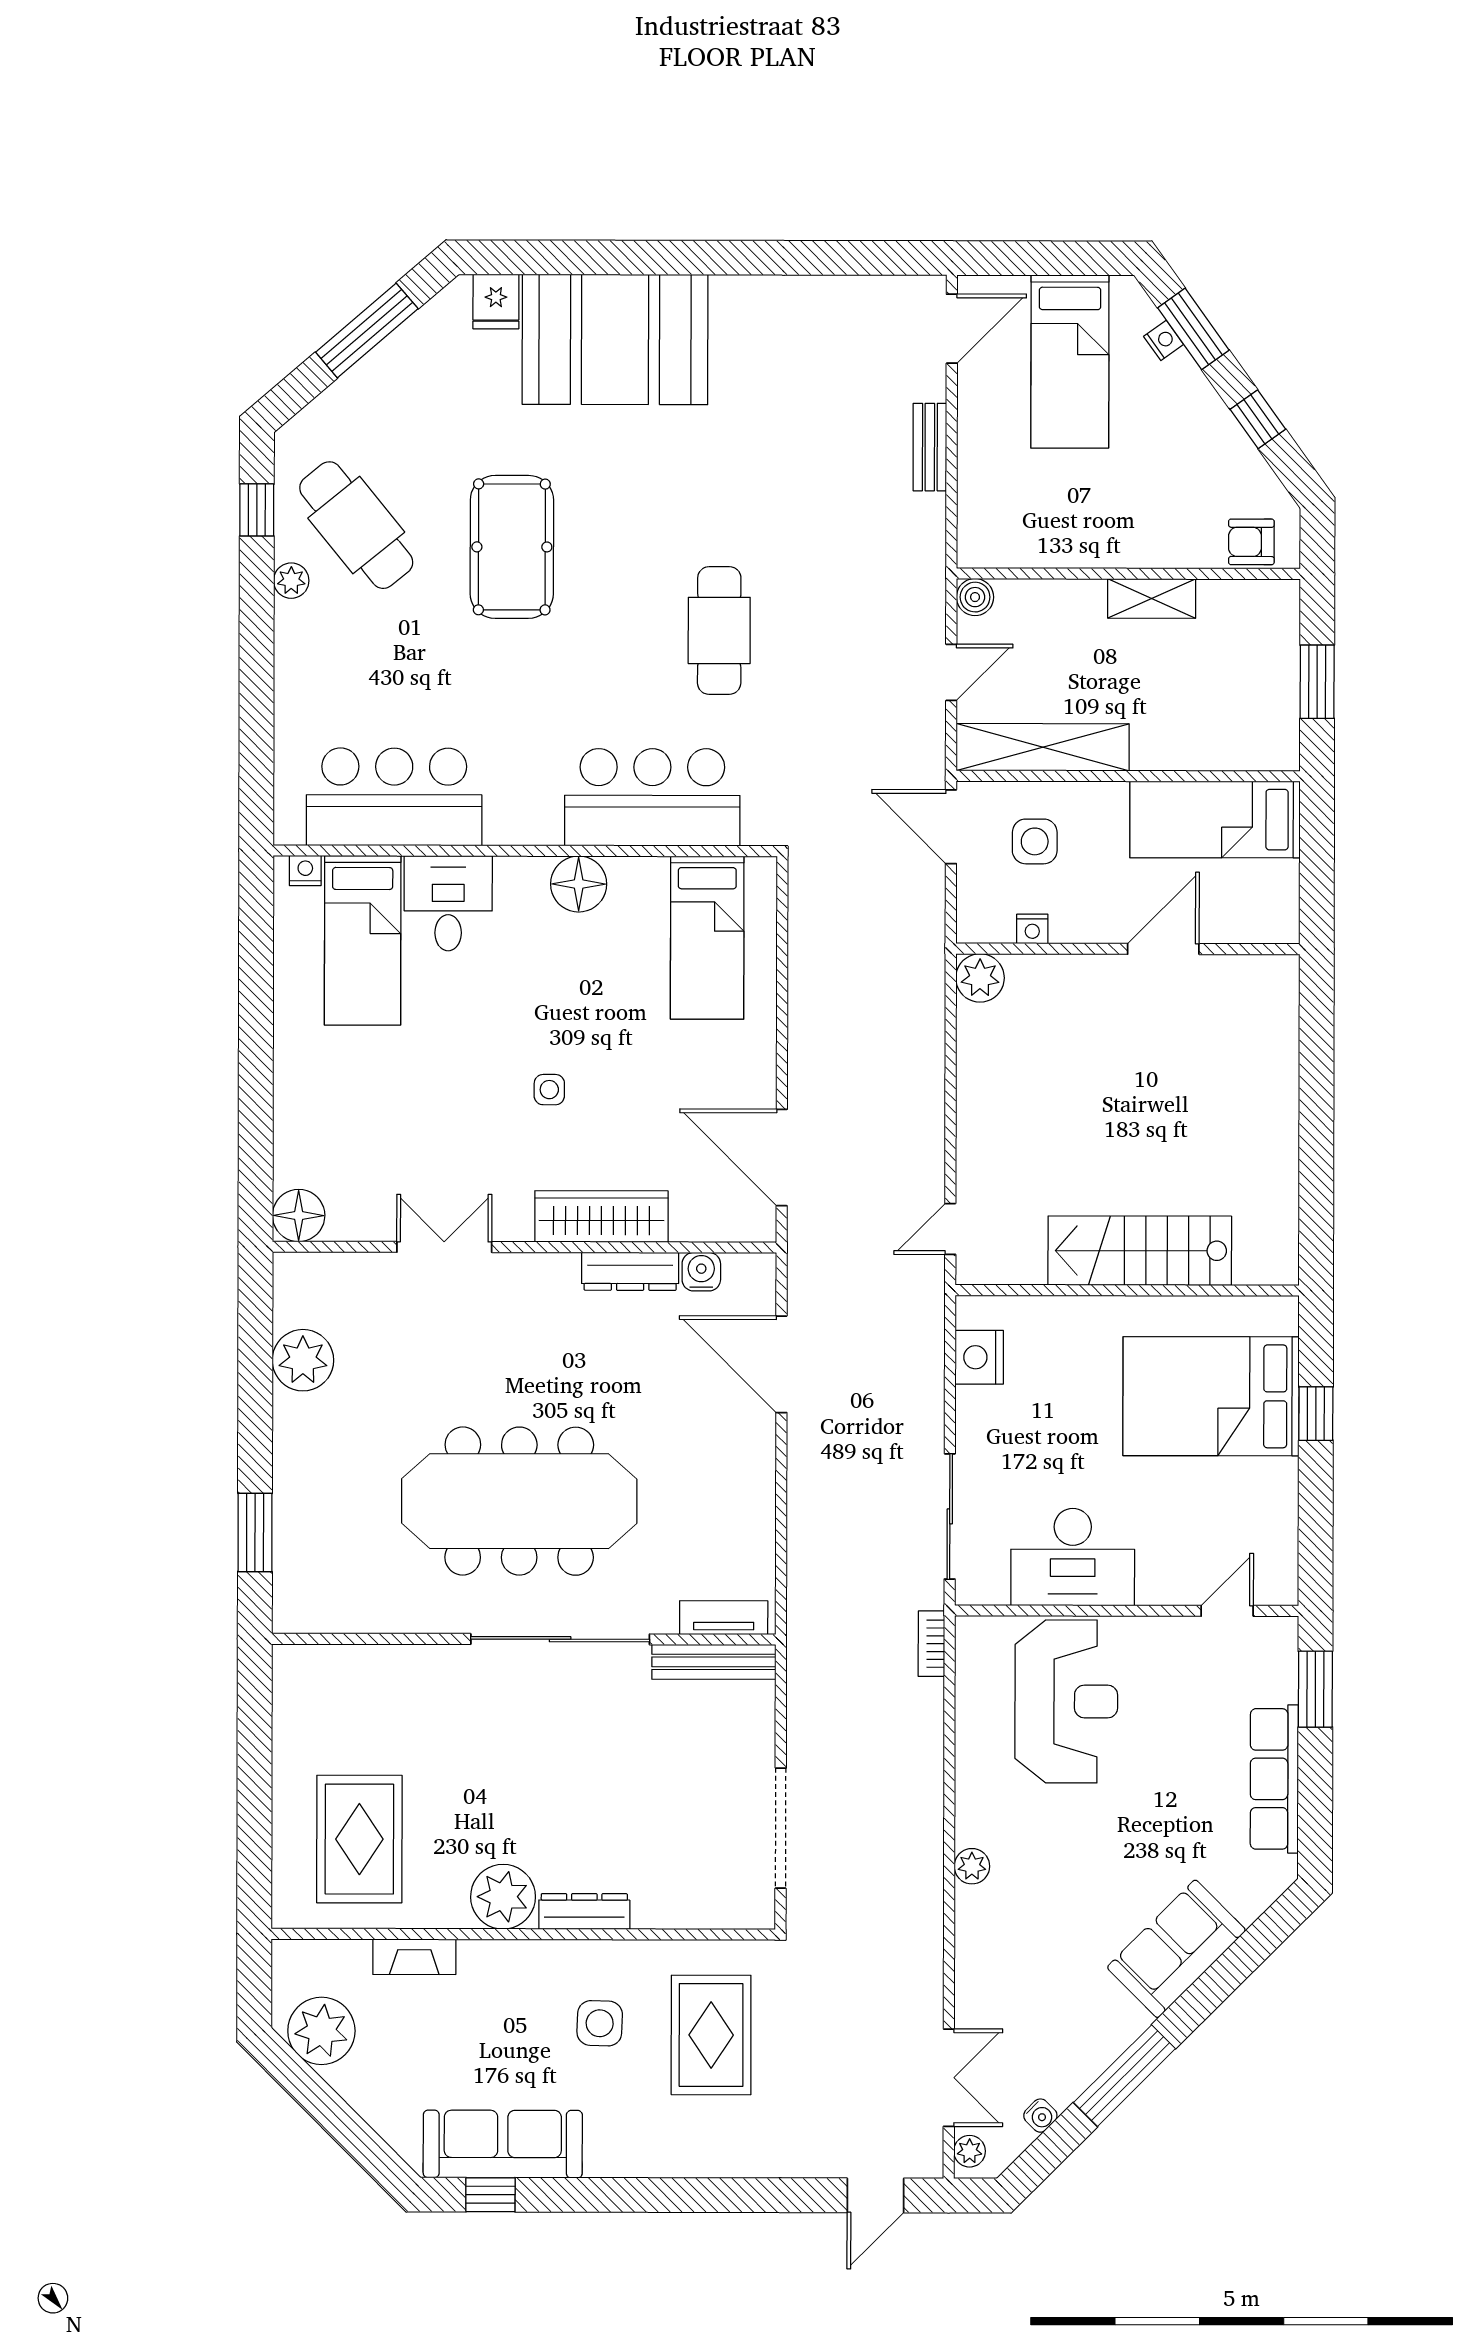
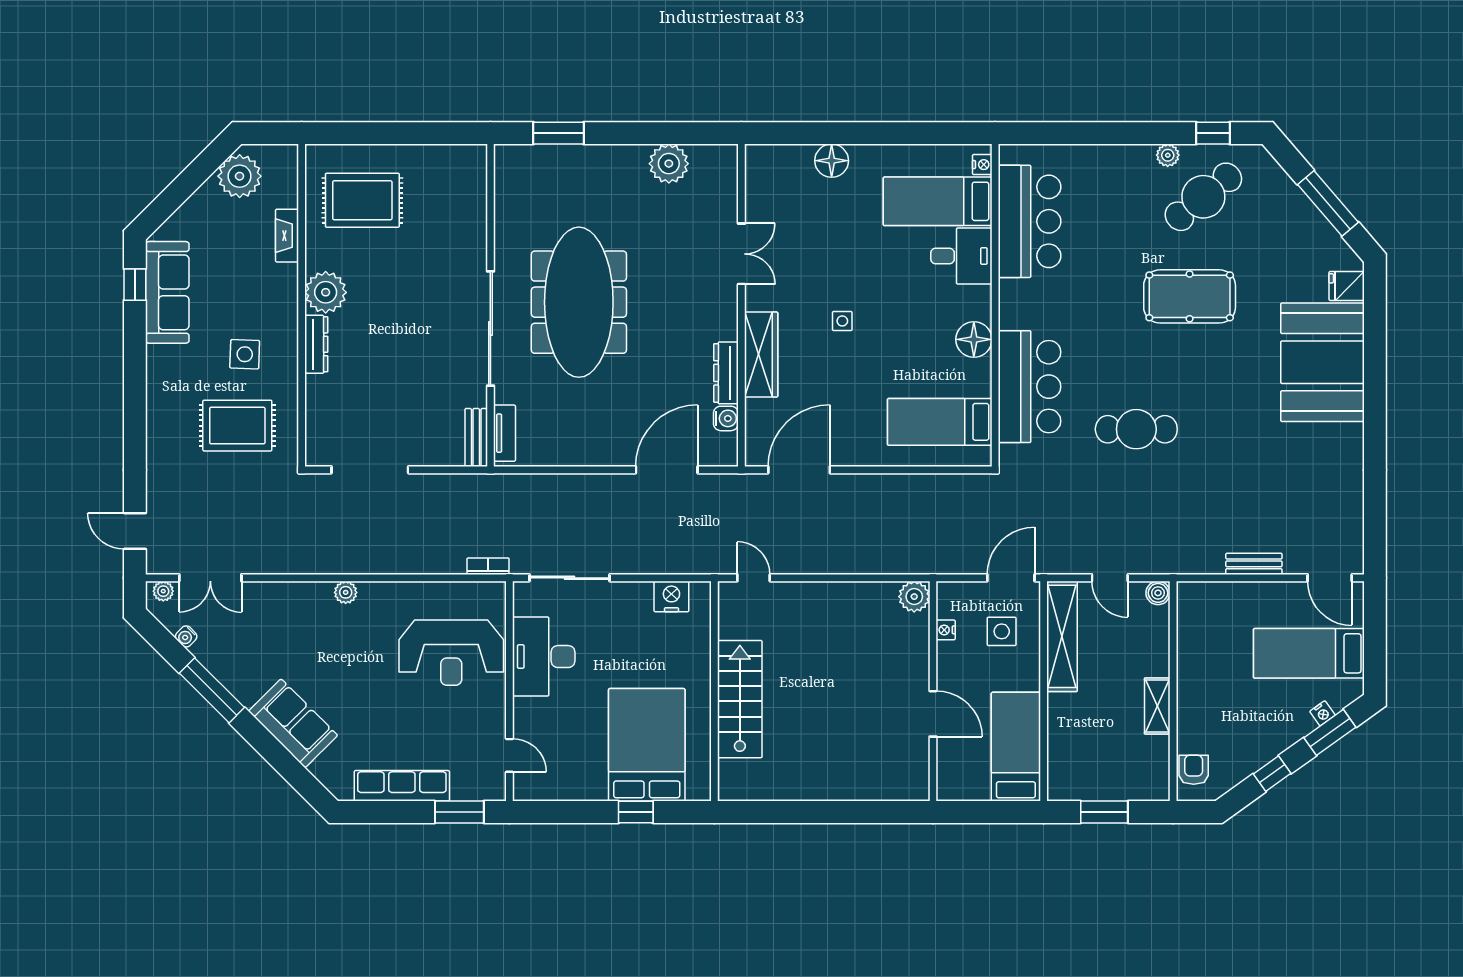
floor lamp: (299, 1215) -> (832, 161), moved
bench: (714, 1662) -> (476, 438), width x0.73

